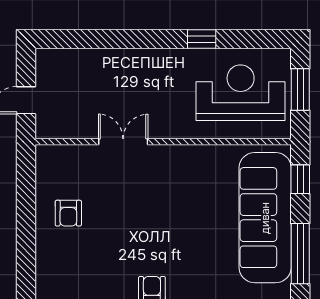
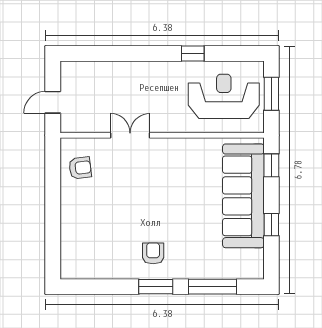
armchair: (68, 213) -> (80, 168), moved, turned -97
window: (300, 254) -> (271, 225), width x0.46

